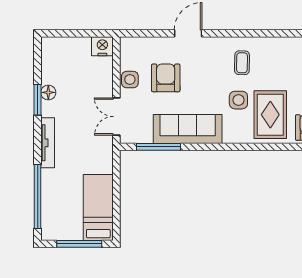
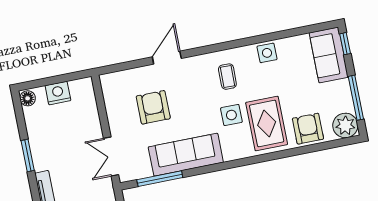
nightstand: (102, 46) -> (58, 93), moved
side table: (130, 80) -> (267, 53), moved
floor lamp: (48, 92) -> (28, 98), moved

